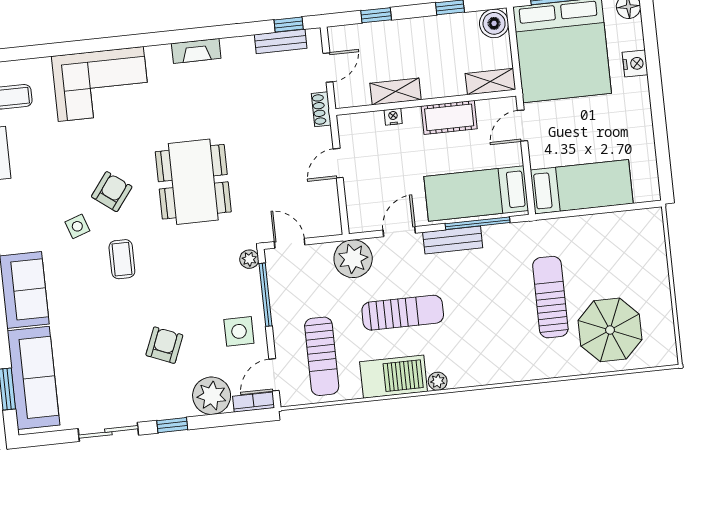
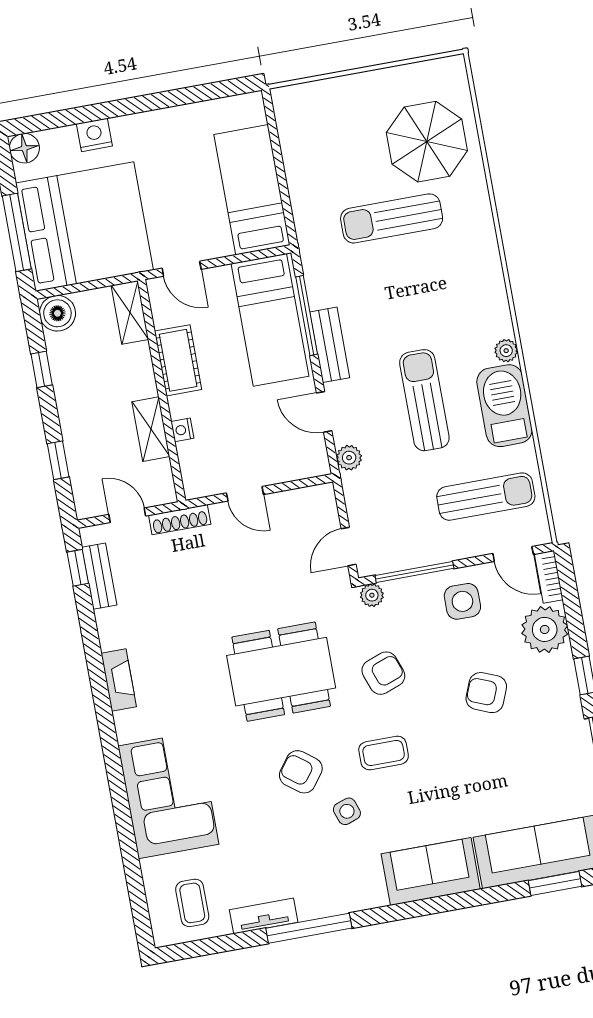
shoe rack: (321, 109) -> (180, 520), width x1.43
plant: (353, 259) -> (349, 458), width x0.53, depth x0.53
armchair: (186, 264) -> (383, 673), added

